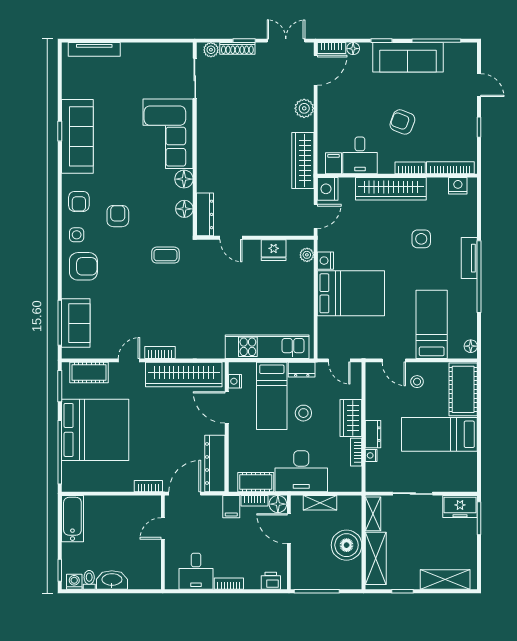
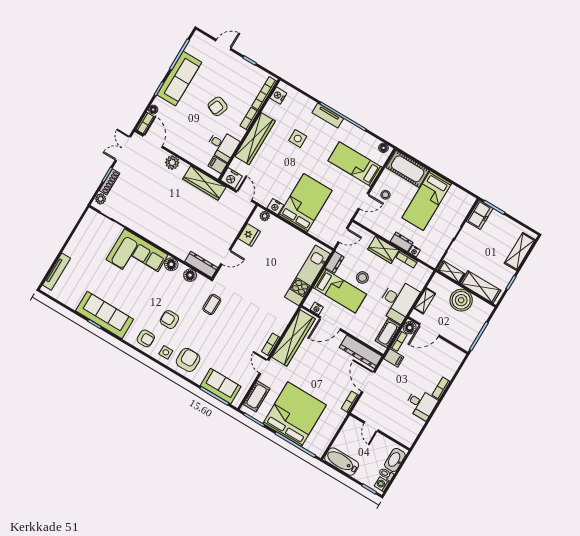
door: (163, 528) -> (371, 427), moved
wall: (163, 542) -> (380, 432), moved
printer: (271, 581) -> (455, 361), removed

